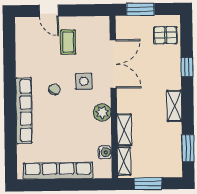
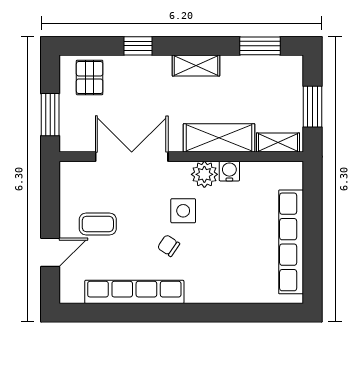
side table: (84, 81) -> (183, 211), moved
row of seats: (24, 111) -> (134, 292), moved
shelving: (124, 130) -> (219, 138), width x1.50, depth x1.33
water cooler: (105, 152) -> (229, 171), moved

